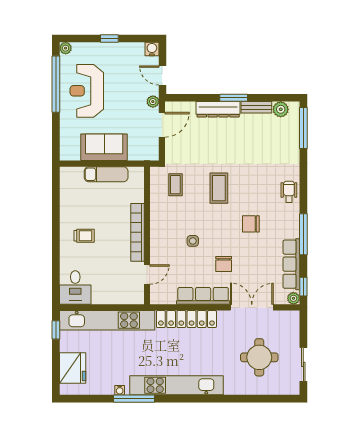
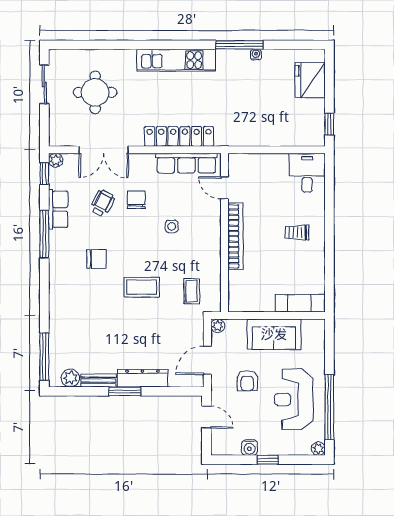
water cooler: (152, 49) -> (249, 447), moved
reception desk: (87, 91) -> (294, 399), turned 180
plant: (153, 102) -> (218, 326), moved
armchair: (127, 107) -> (247, 381), added
exam couch: (106, 174) -> (300, 303), moved
coffee table: (219, 188) -> (142, 287), turned 90
wheelchair: (289, 192) -> (102, 203), moved, turned -153
chair: (251, 224) -> (96, 259), moved
row of seats: (291, 264) -> (58, 209), width x0.68
door: (147, 275) -> (224, 188), hinge flipped
row of seats: (203, 296) -> (186, 163), moved
kitchen unit: (107, 320) -> (270, 135), removed
kitchen unit: (177, 385) -> (176, 60), width x0.73

